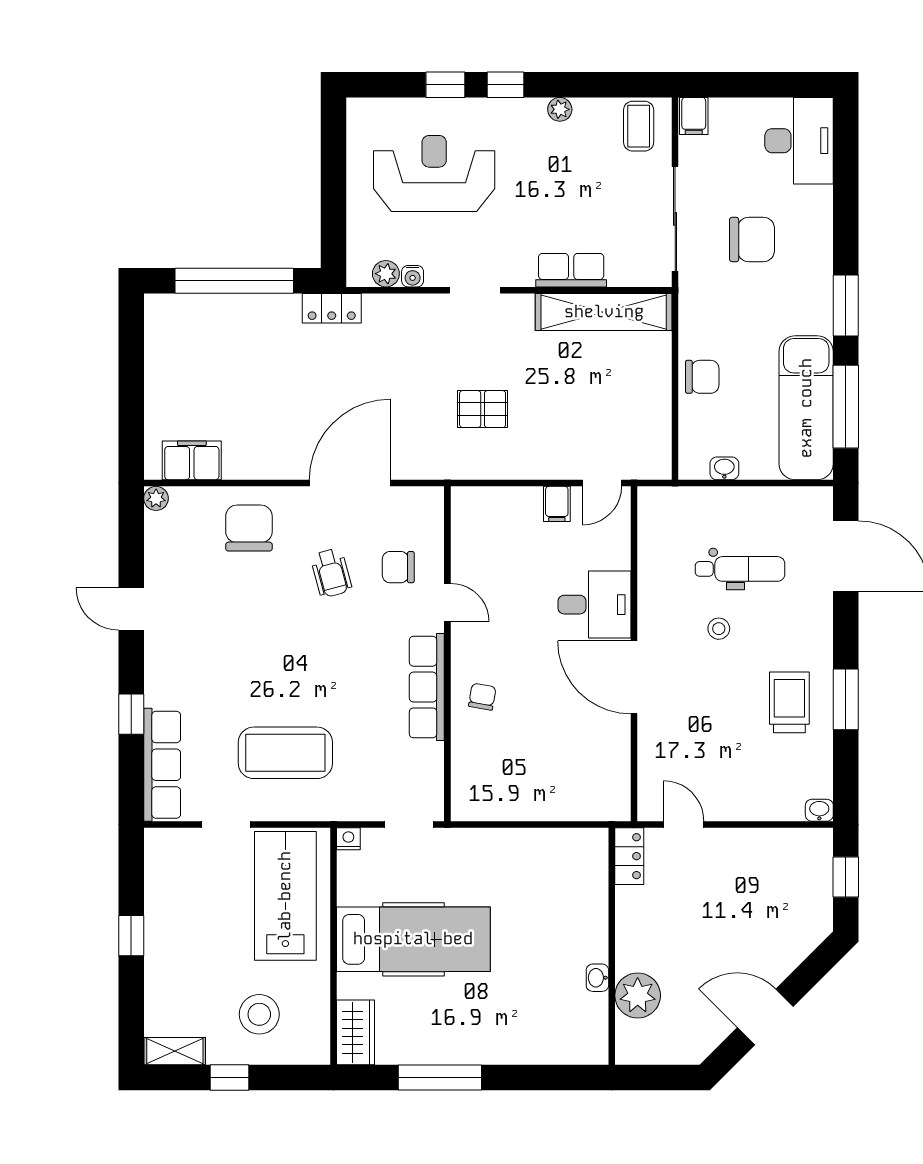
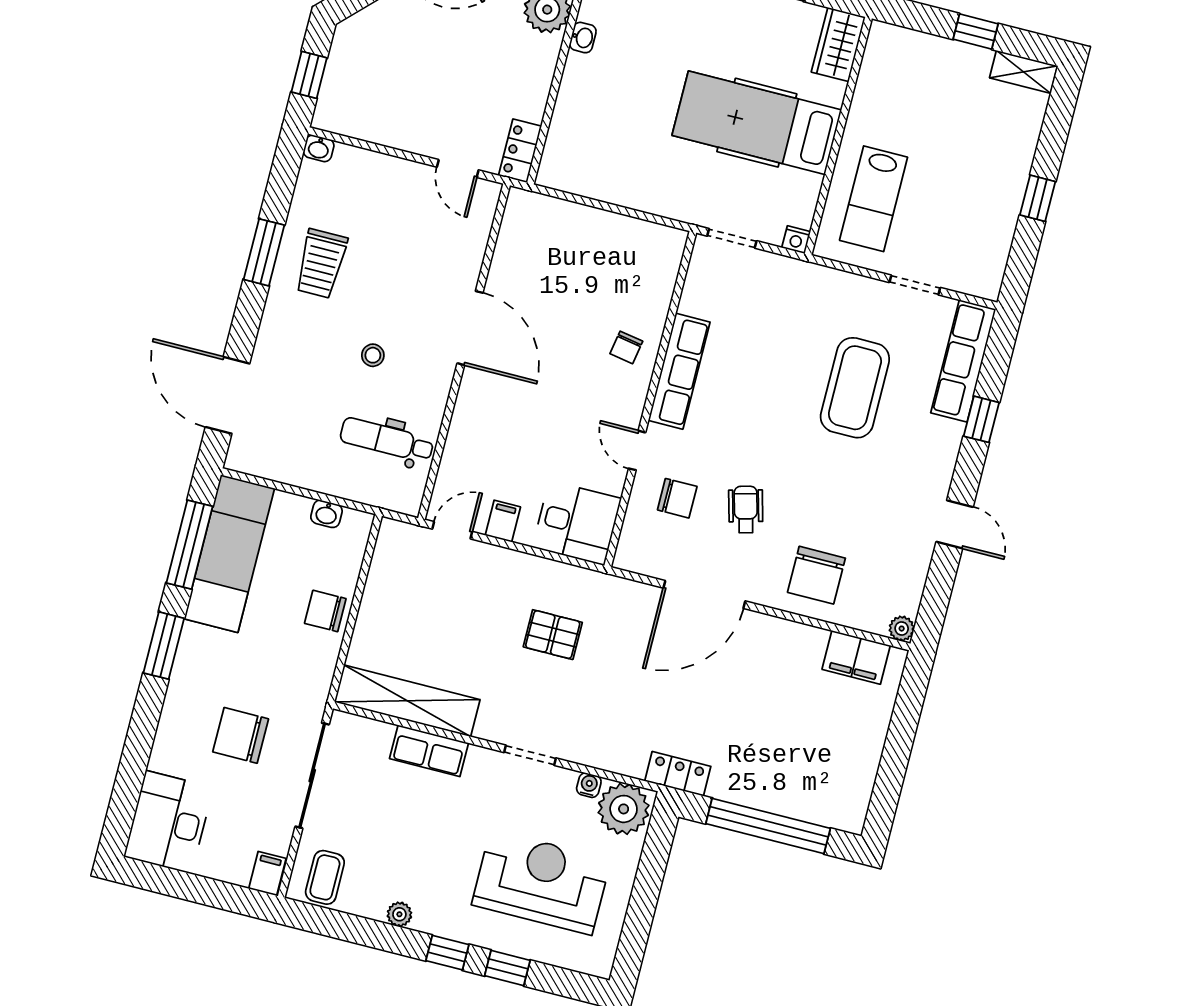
reception desk: (434, 173) -> (541, 882), turned 180
plant: (386, 274) -> (624, 809), width x1.88, depth x1.88
dental chair: (740, 569) -> (387, 440), moved
desk: (595, 605) -> (577, 523), moved, turned 180
coffee table: (285, 753) -> (855, 388), moved, turned 90
lab bench: (285, 896) -> (874, 199), width x0.73, depth x0.72
stool: (259, 1014) -> (930, 87), removed

